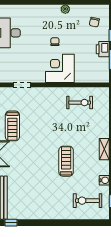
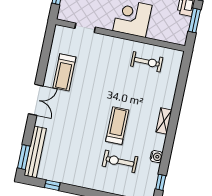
exercise bike: (87, 201) -> (120, 161), moved
window: (11, 223) -> (52, 185), moved

